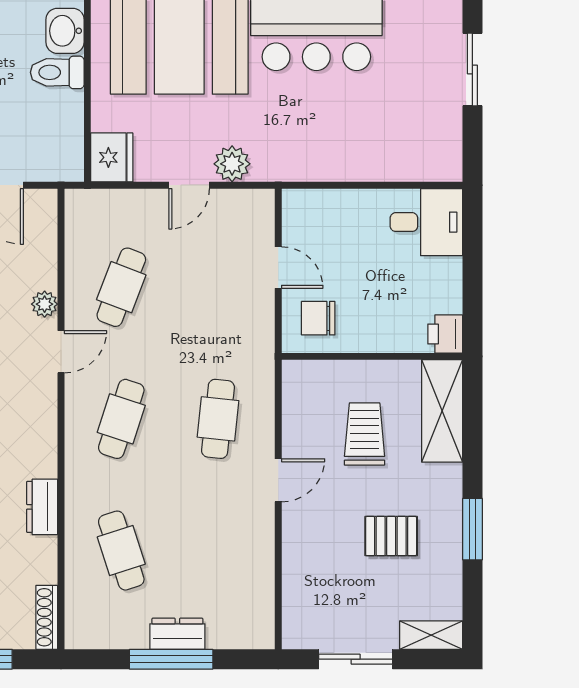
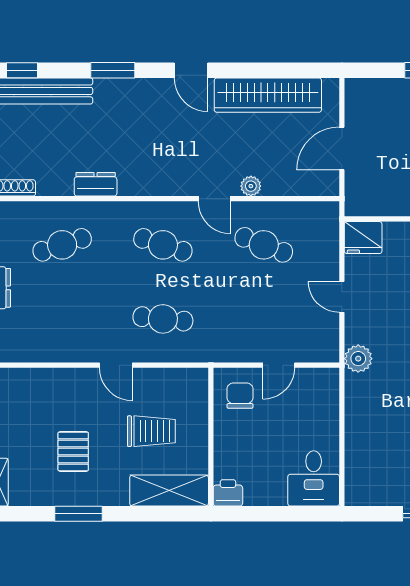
plant: (232, 164) -> (358, 359), moved

